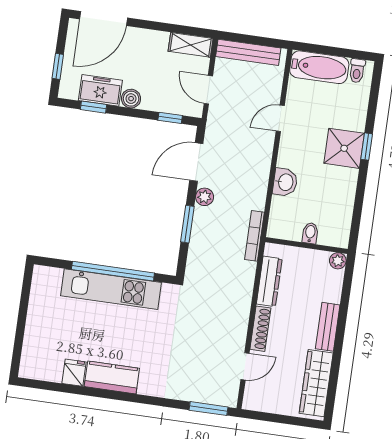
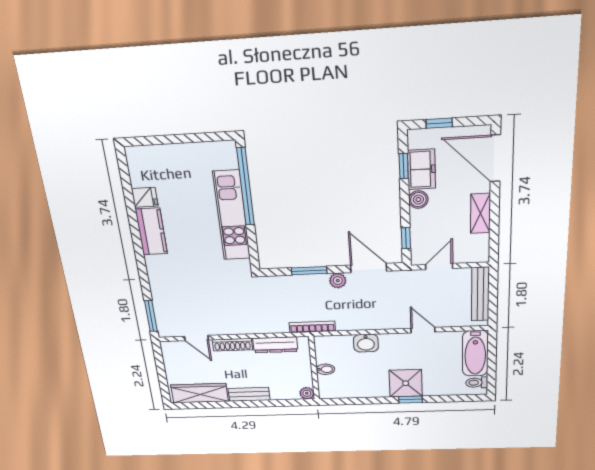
shelving: (191, 45) -> (480, 213), moved
window: (113, 271) -> (246, 187), moved

